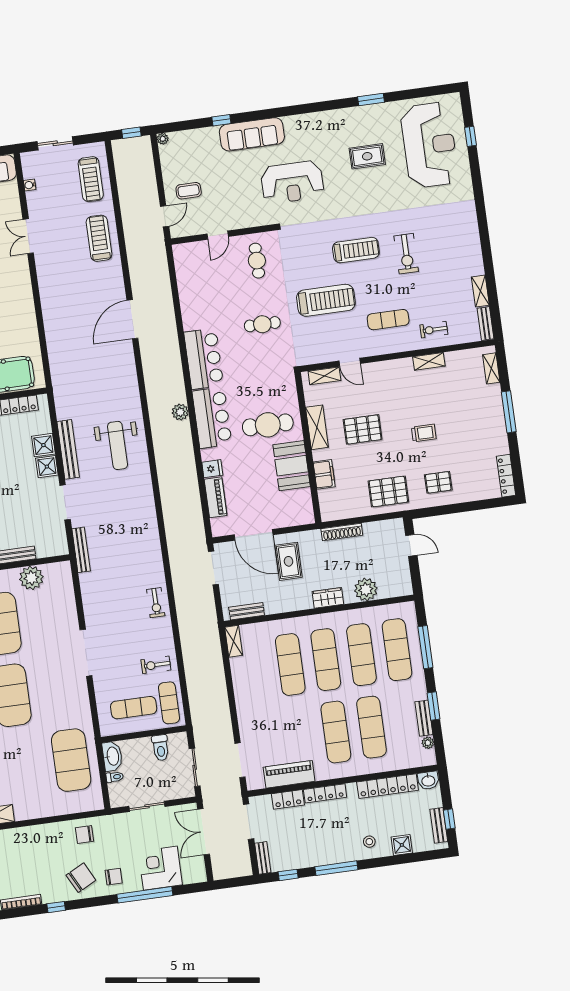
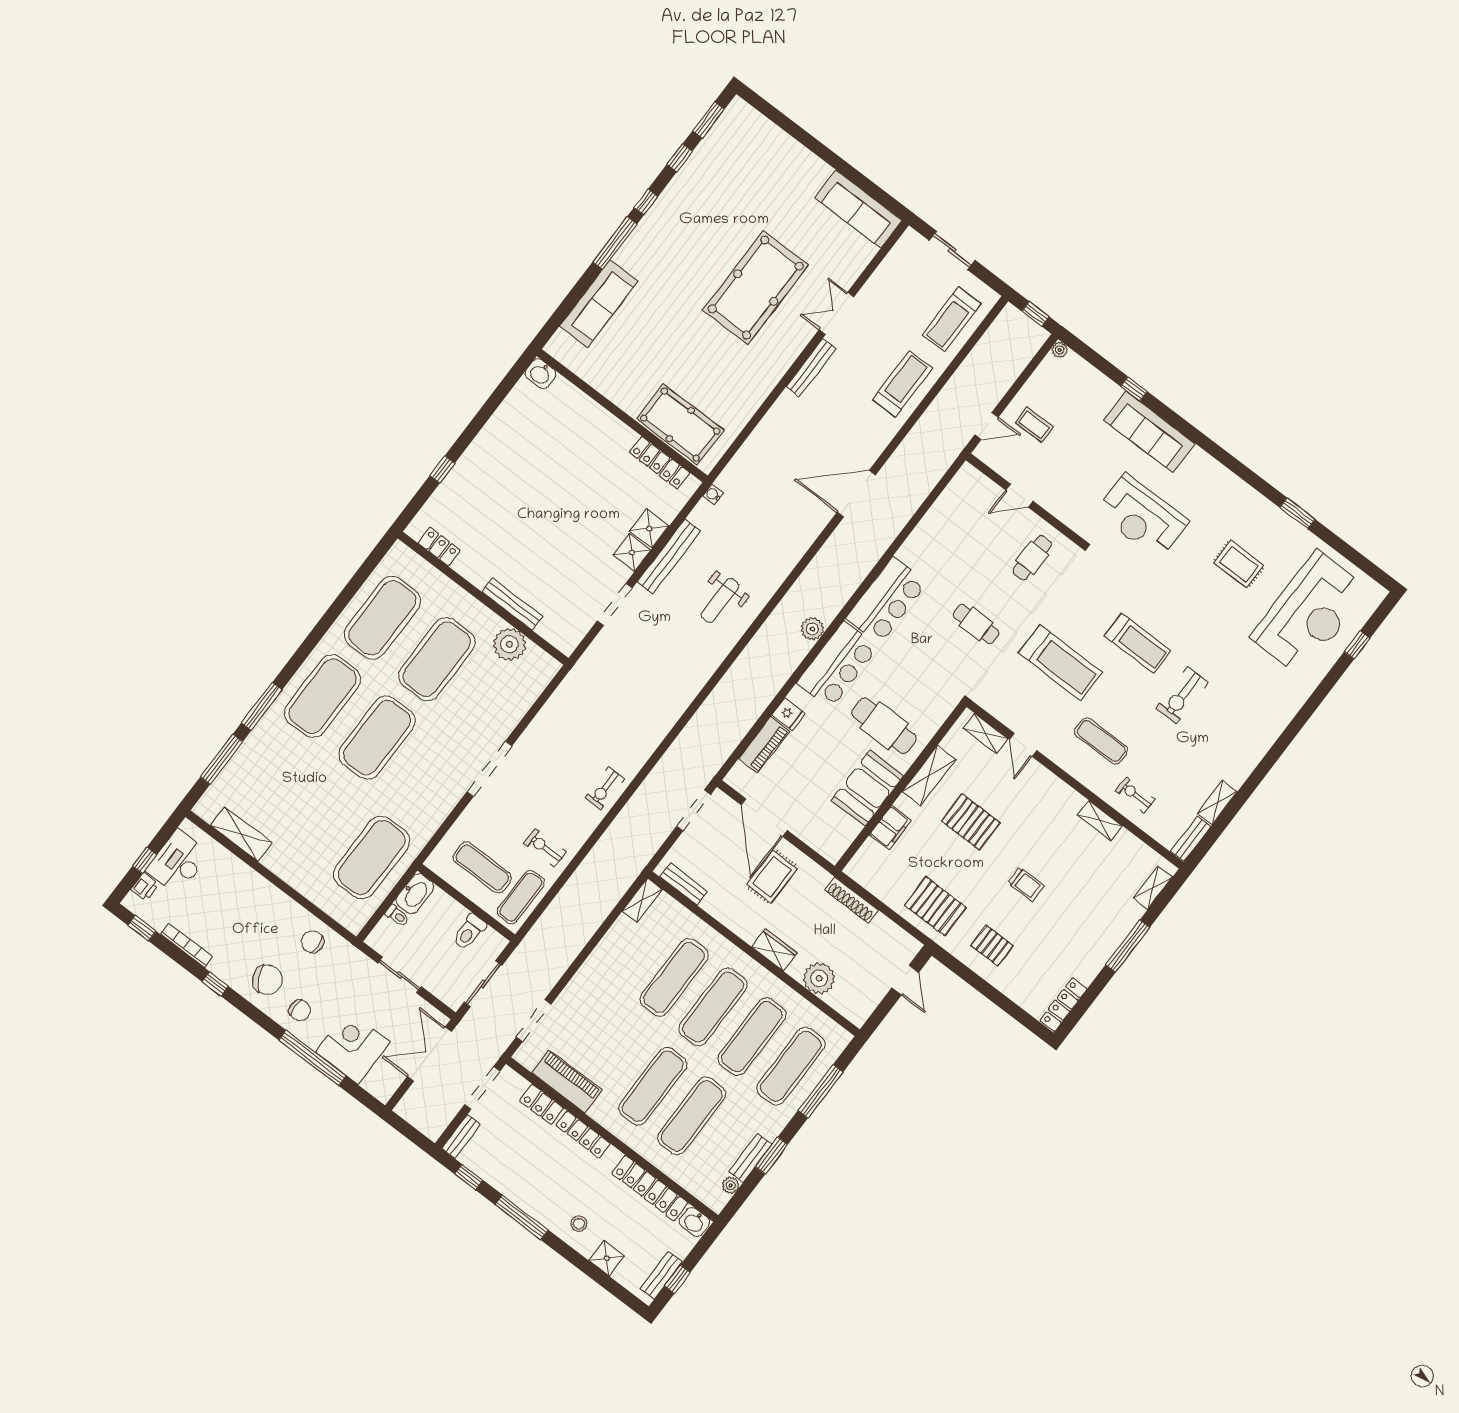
water cooler: (30, 185) -> (713, 494), moved
weight bench: (118, 445) -> (720, 600), width x0.73, depth x0.75
bench: (81, 550) -> (811, 368), moved

